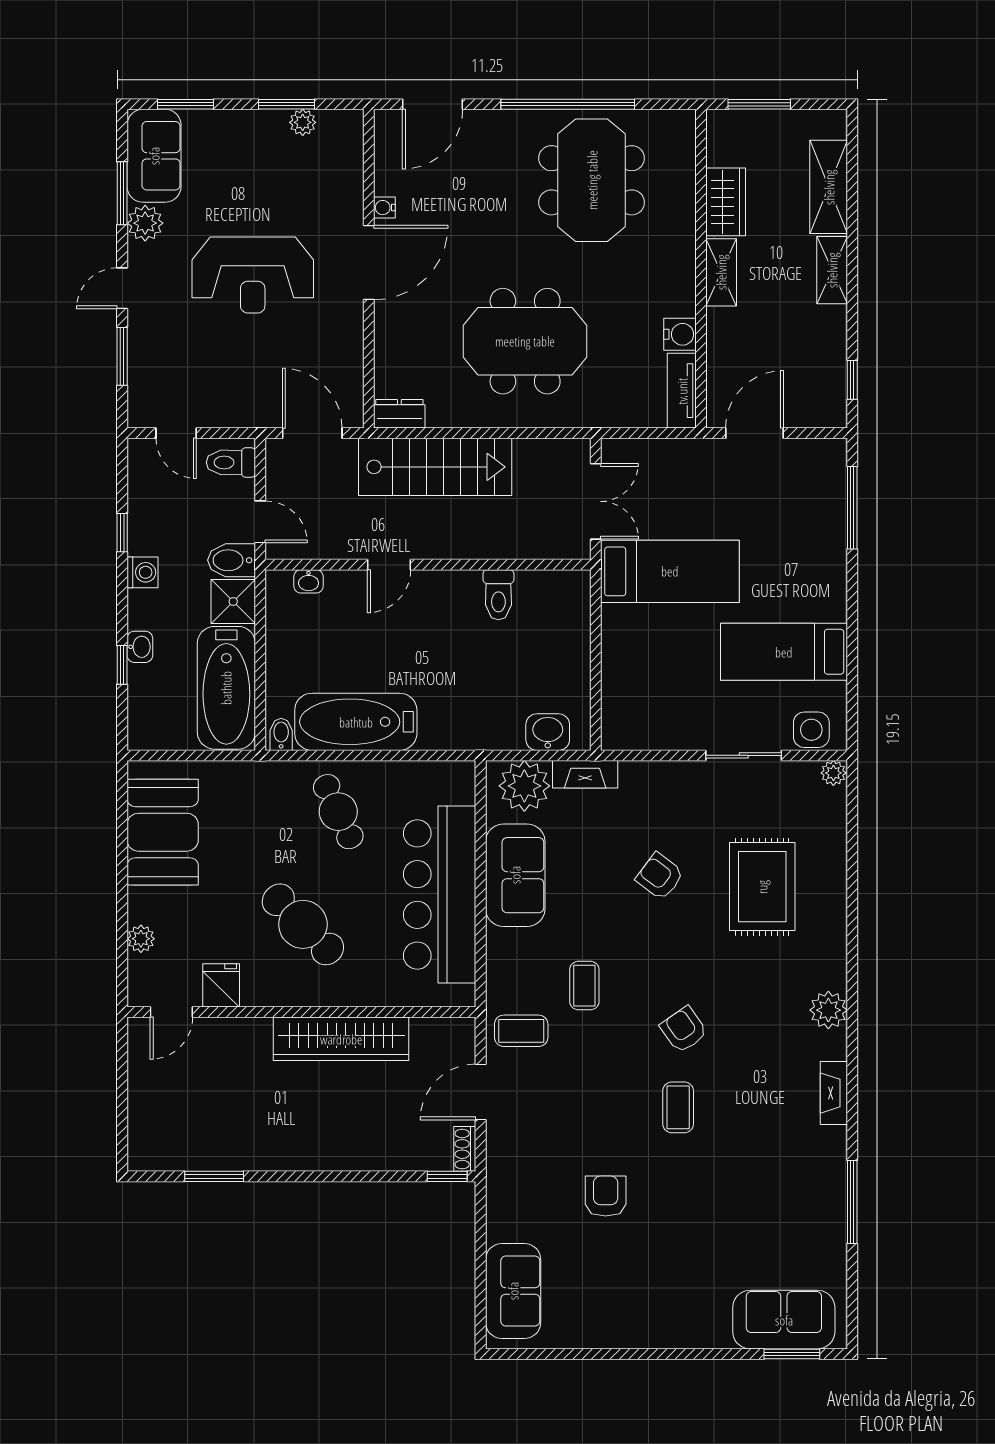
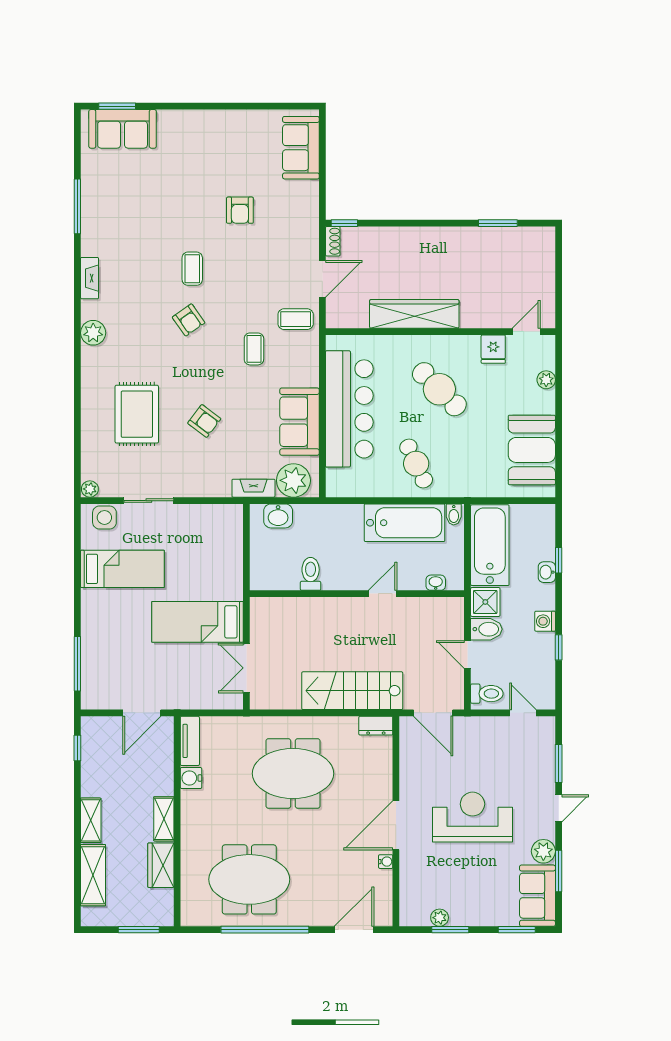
meeting table: (592, 180) -> (249, 879), turned 90
door: (389, 565) -> (383, 594), moved
wall: (428, 565) -> (357, 594), moved
washbasin: (309, 581) -> (436, 583), moved
toilet: (498, 595) -> (311, 574), moved

